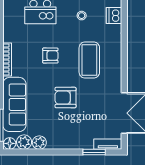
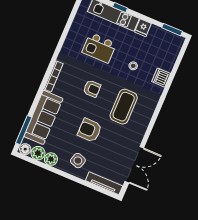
side table: (67, 133) -> (78, 161), added
tv unit: (108, 144) -> (104, 183), width x1.41
window: (94, 152) -> (94, 187), removed

